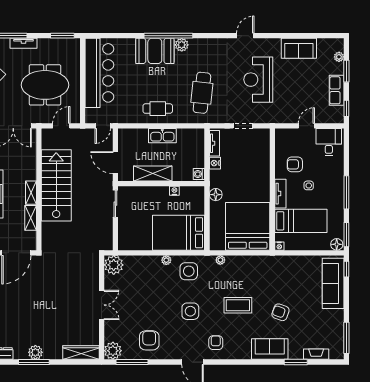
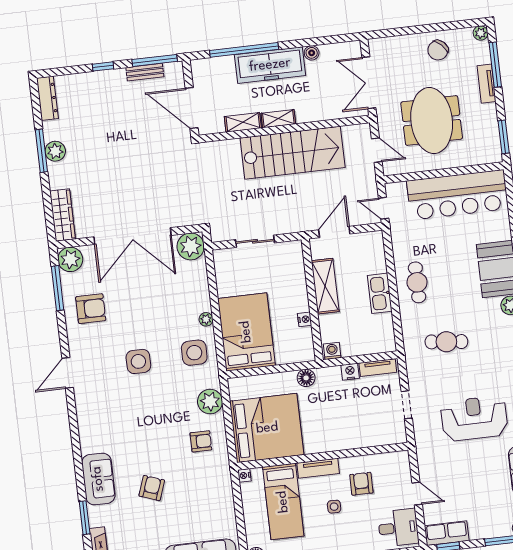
row of seats: (337, 90) -> (447, 533), moved
cafe table: (202, 93) -> (446, 342), width x0.73, depth x0.74
sliding door: (115, 204) -> (255, 241), moved
plant: (220, 260) -> (210, 402), width x1.88, depth x1.88
double door: (102, 305) -> (133, 236), width x1.87
coffee table: (238, 305) -> (155, 427), removed
armchair: (216, 343) -> (201, 441), moved

